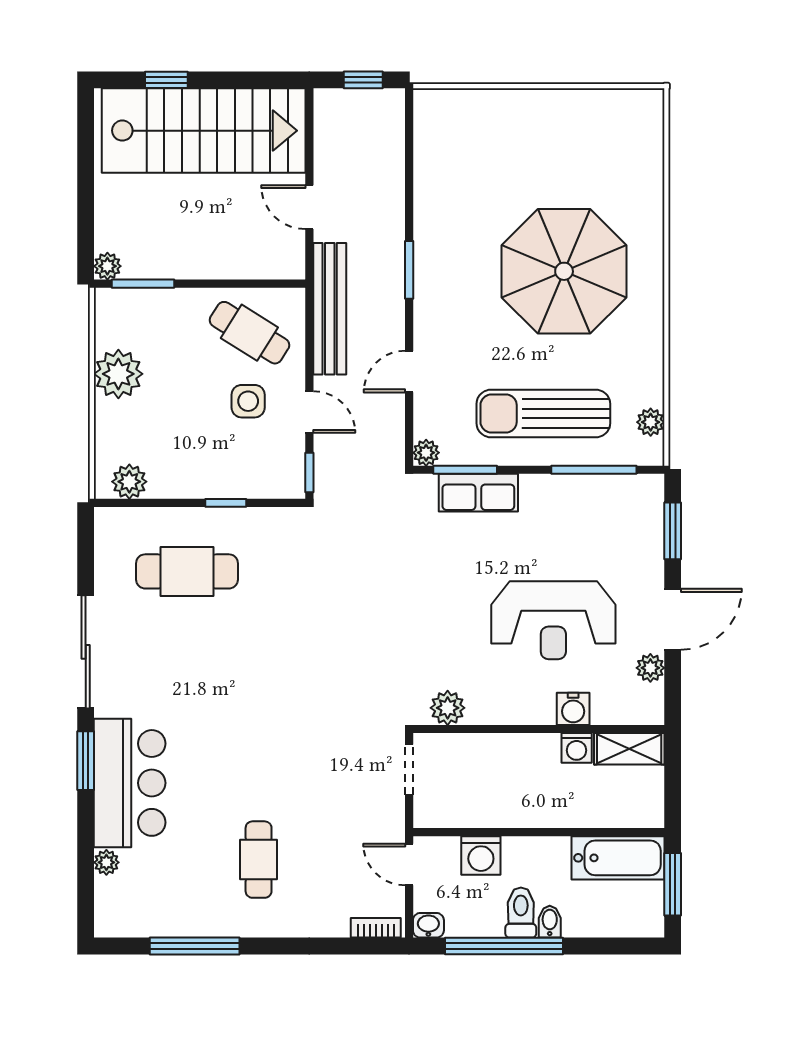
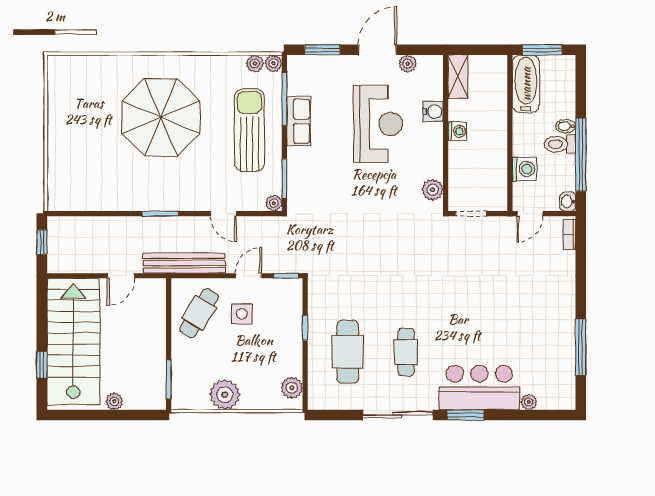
plant: (107, 266) -> (114, 401), moved
sun lounger: (543, 413) -> (249, 130), turned 180
plant: (651, 452) -> (273, 63), added
row of seats: (478, 493) -> (299, 121), moved
door: (673, 619) -> (377, 50), hinge flipped
washing machine: (577, 748) -> (458, 131), moved
cafe table: (259, 860) -> (406, 352), moved, turned 90

